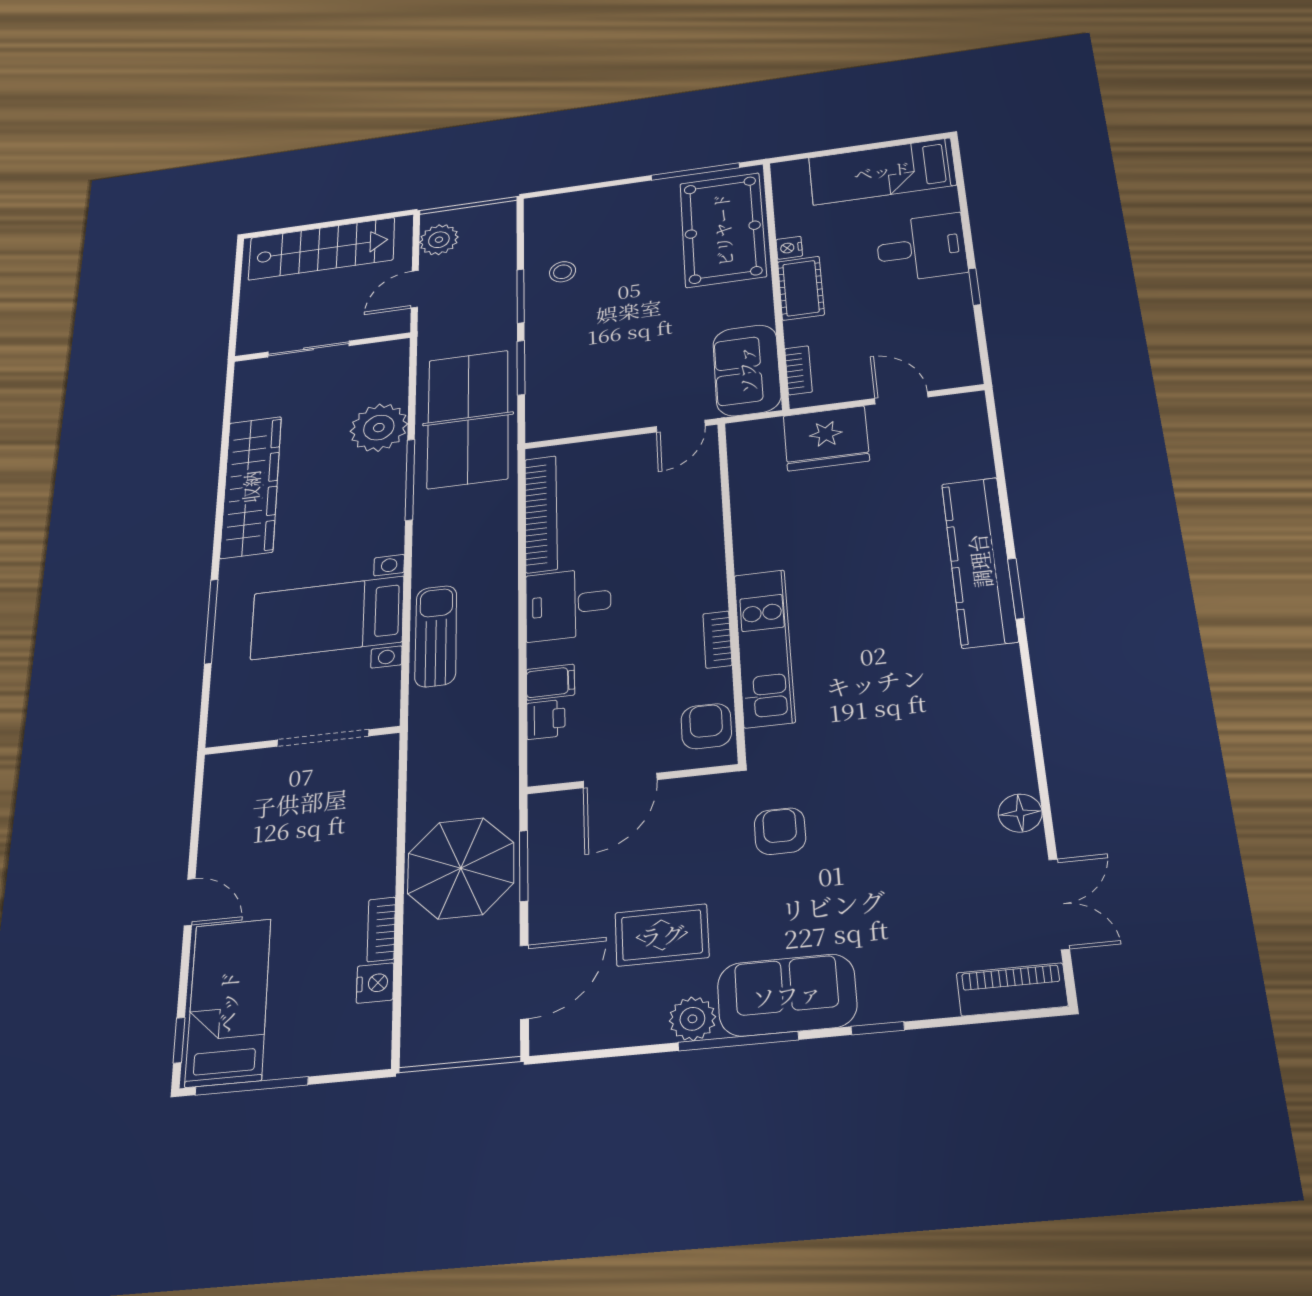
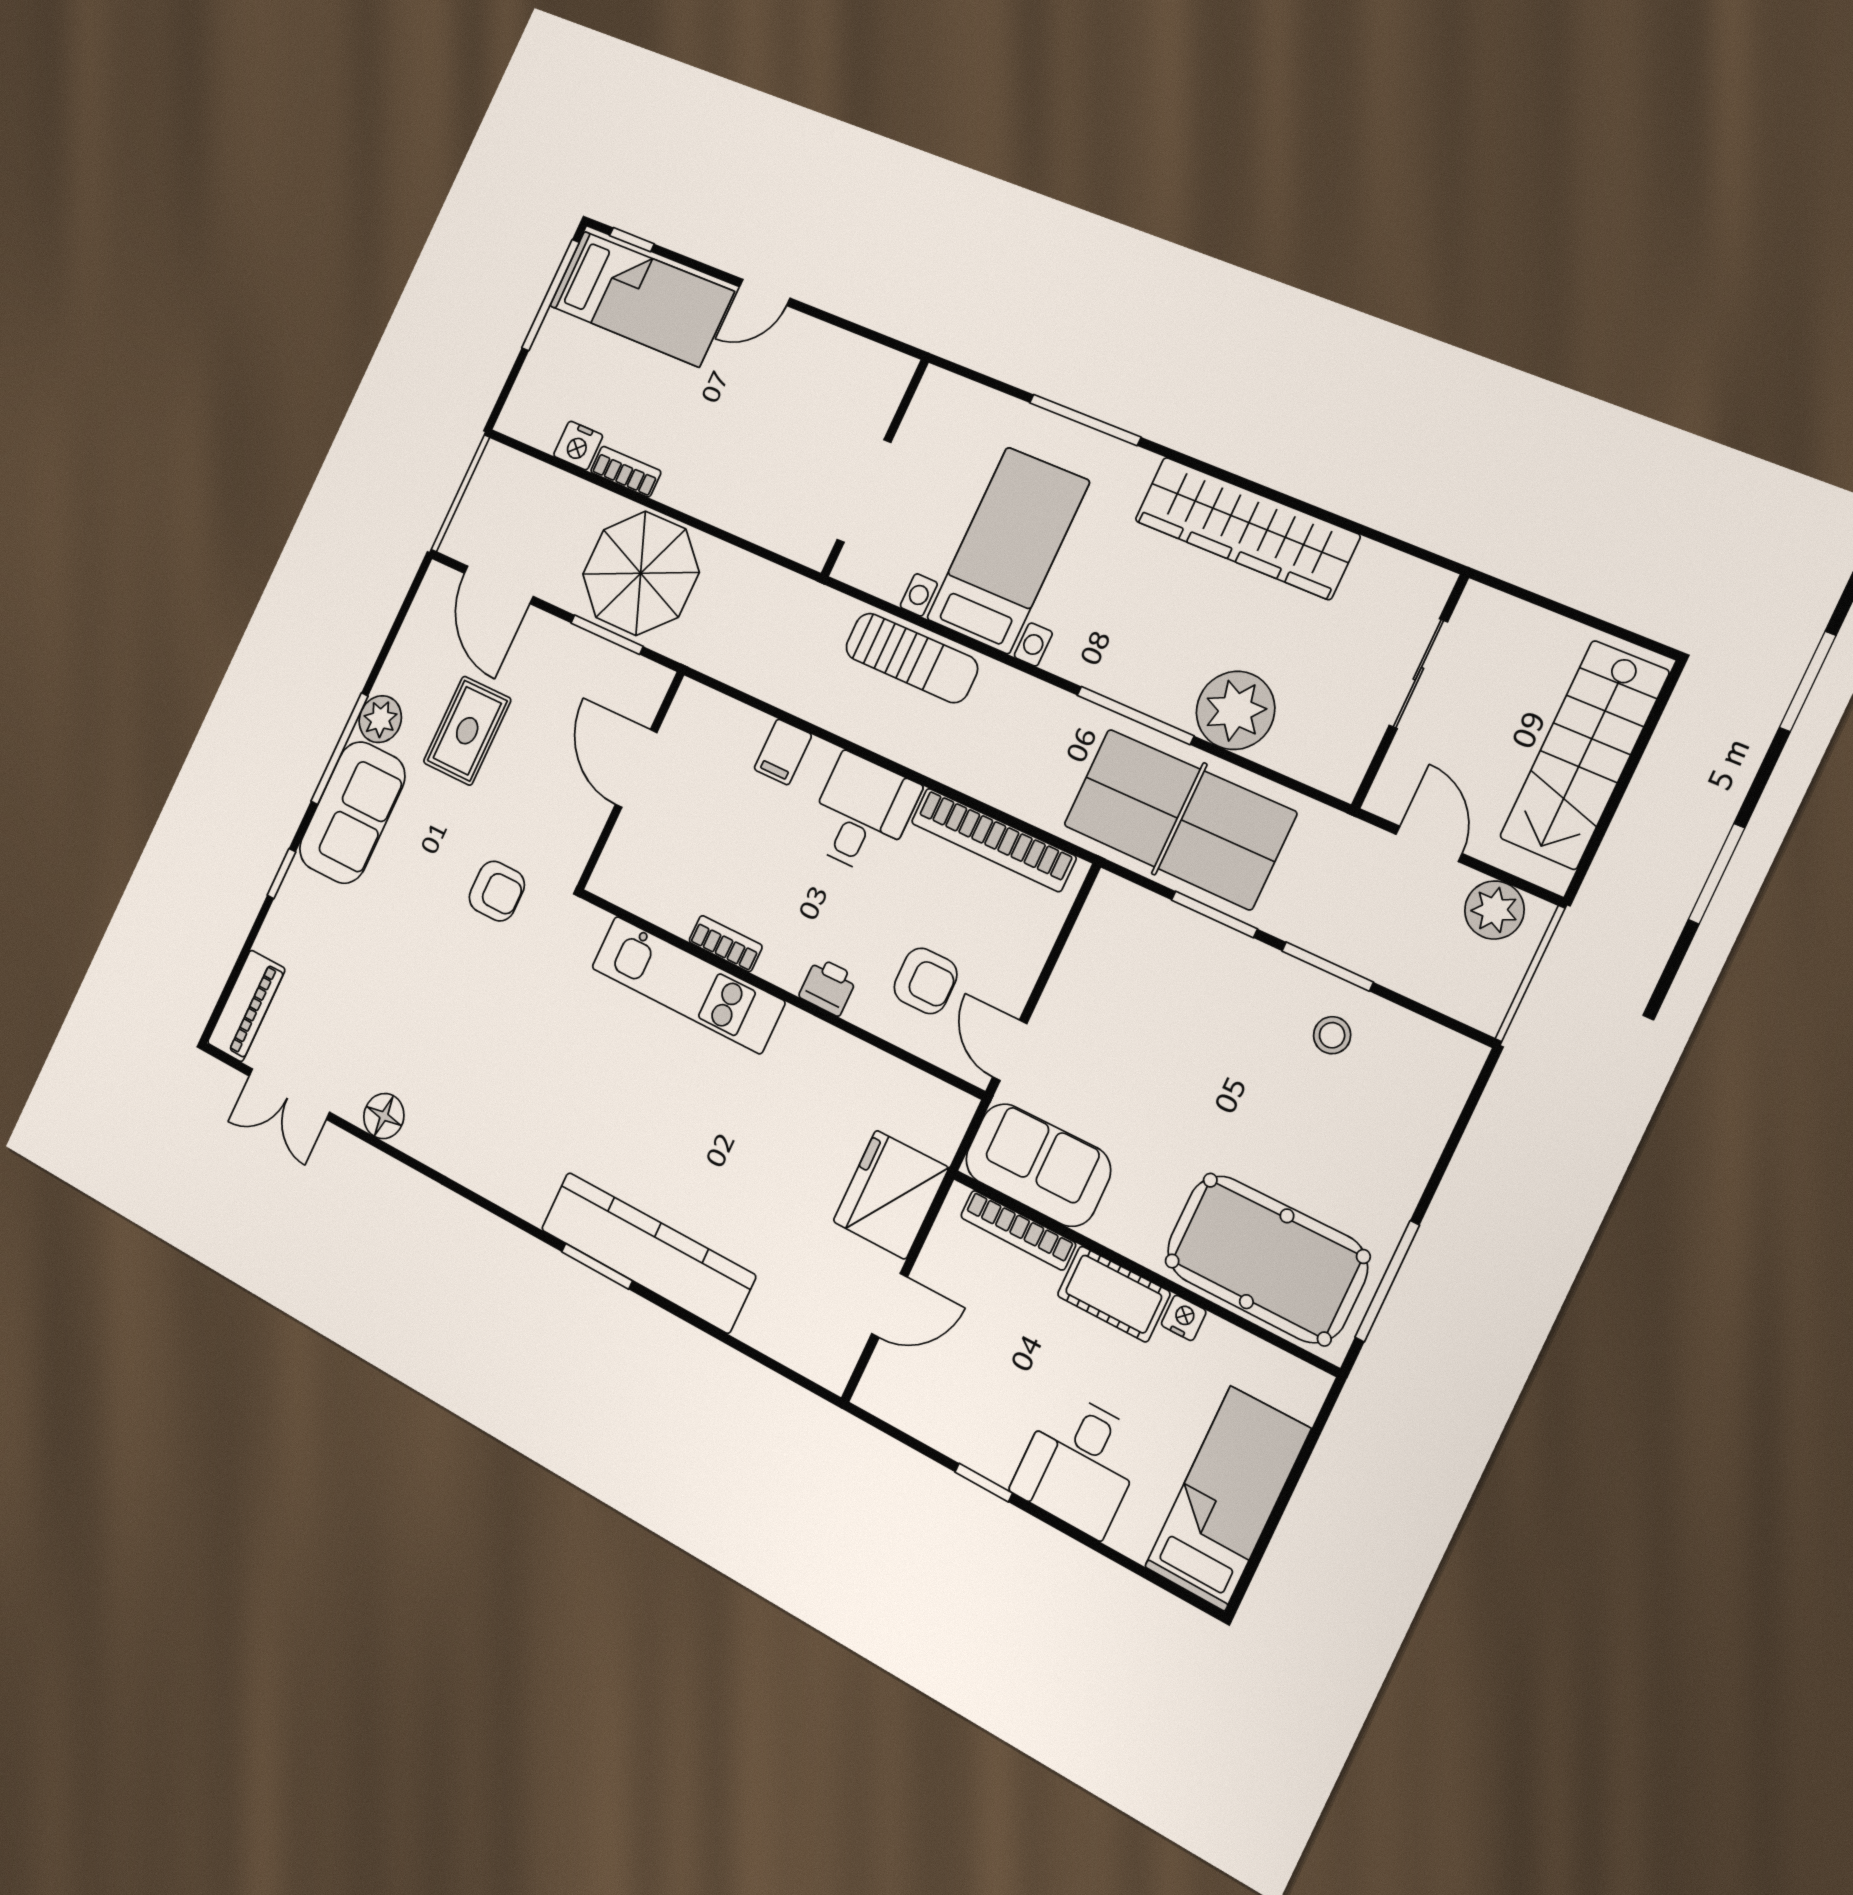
bookcase: (799, 370) -> (1018, 1230), width x1.56
printer: (546, 719) -> (828, 987), moved, turned 180
armchair: (706, 726) -> (926, 981), moved

